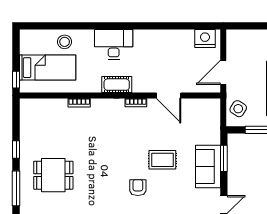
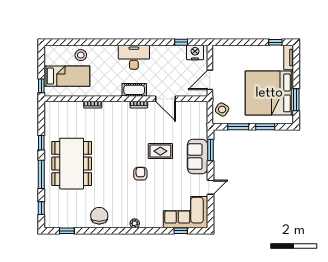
window: (188, 26) -> (181, 42), added
desk: (114, 44) -> (134, 57), moved
cot: (117, 85) -> (134, 90), moved
dining table: (53, 175) -> (72, 164), width x1.88, depth x1.24

